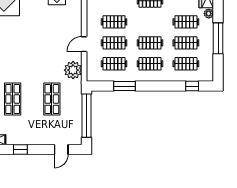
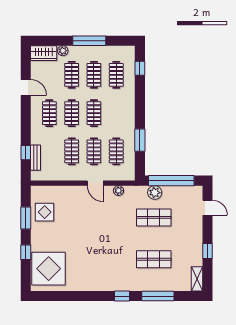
clothes rail: (150, 64) -> (72, 113), moved
plant: (73, 70) -> (118, 191), width x0.53, depth x0.53
plant: (75, 100) -> (155, 193), added

